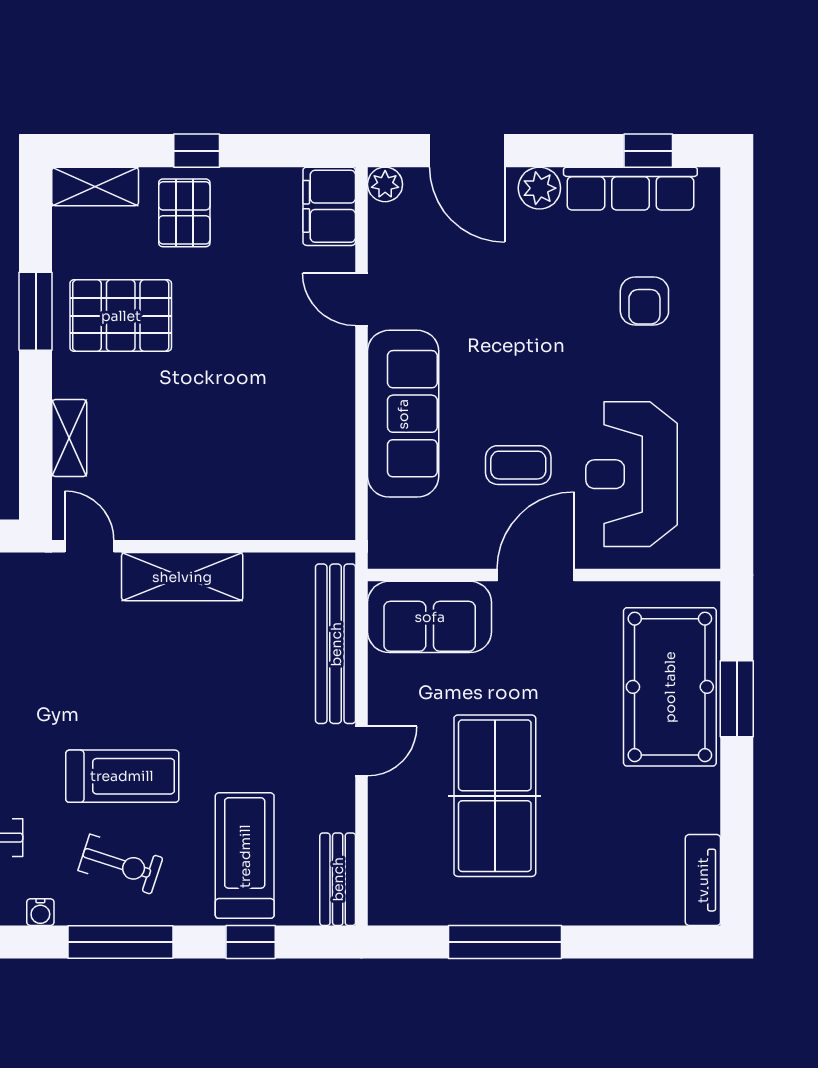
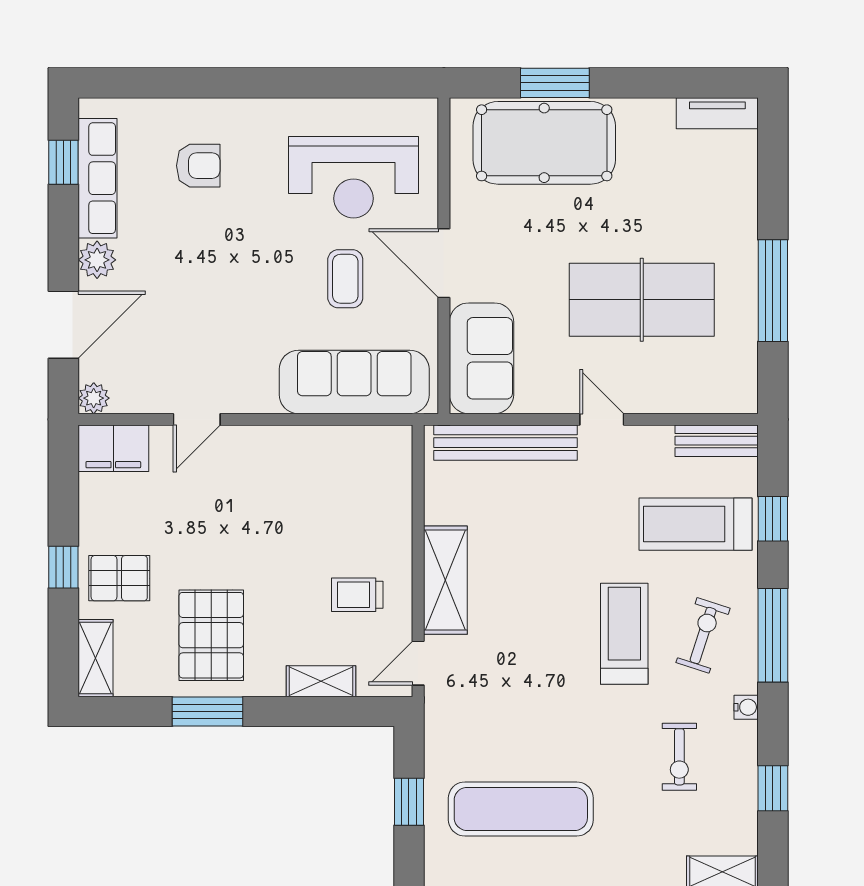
sofa: (403, 414) -> (354, 382), moved
trolley: (166, 478) -> (357, 595), added

